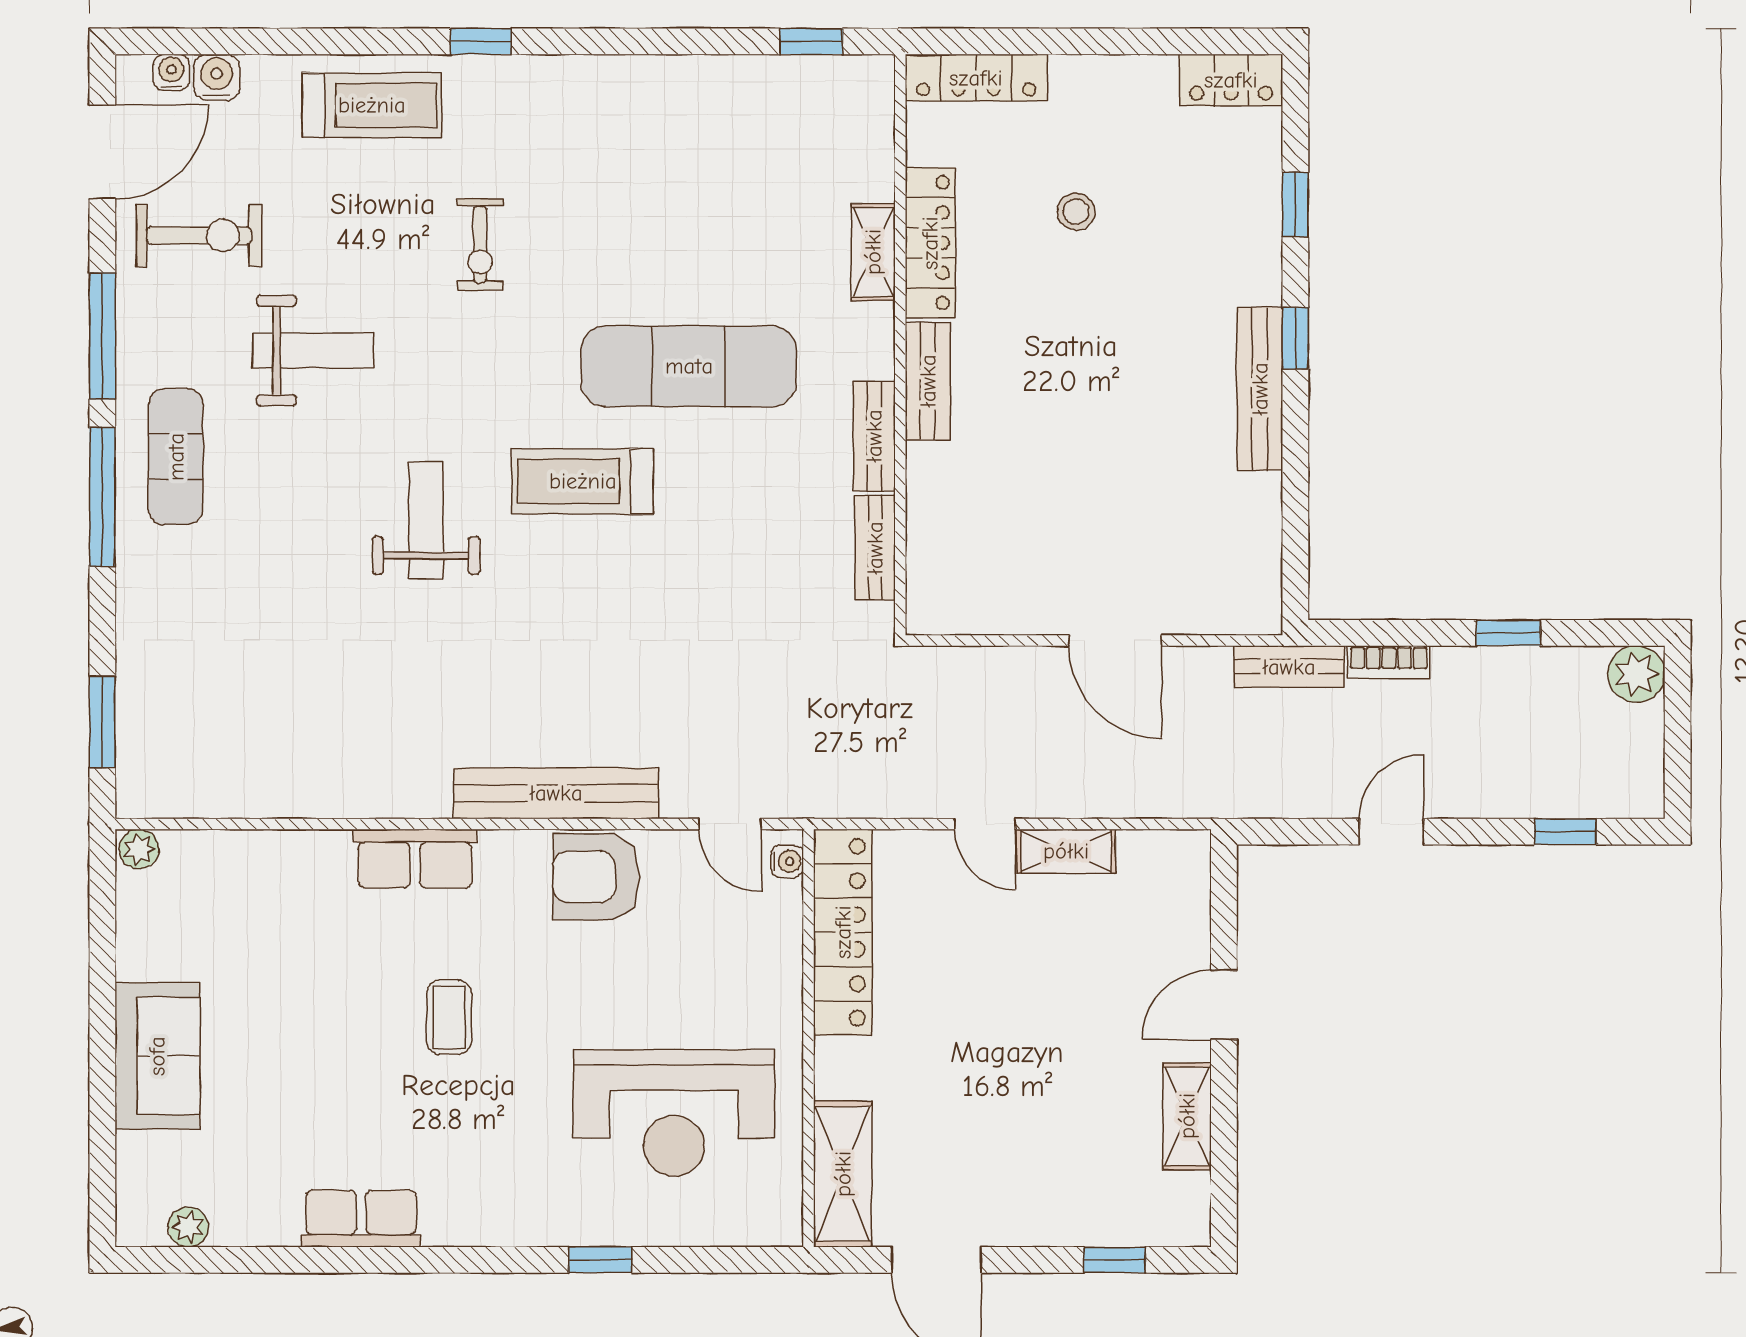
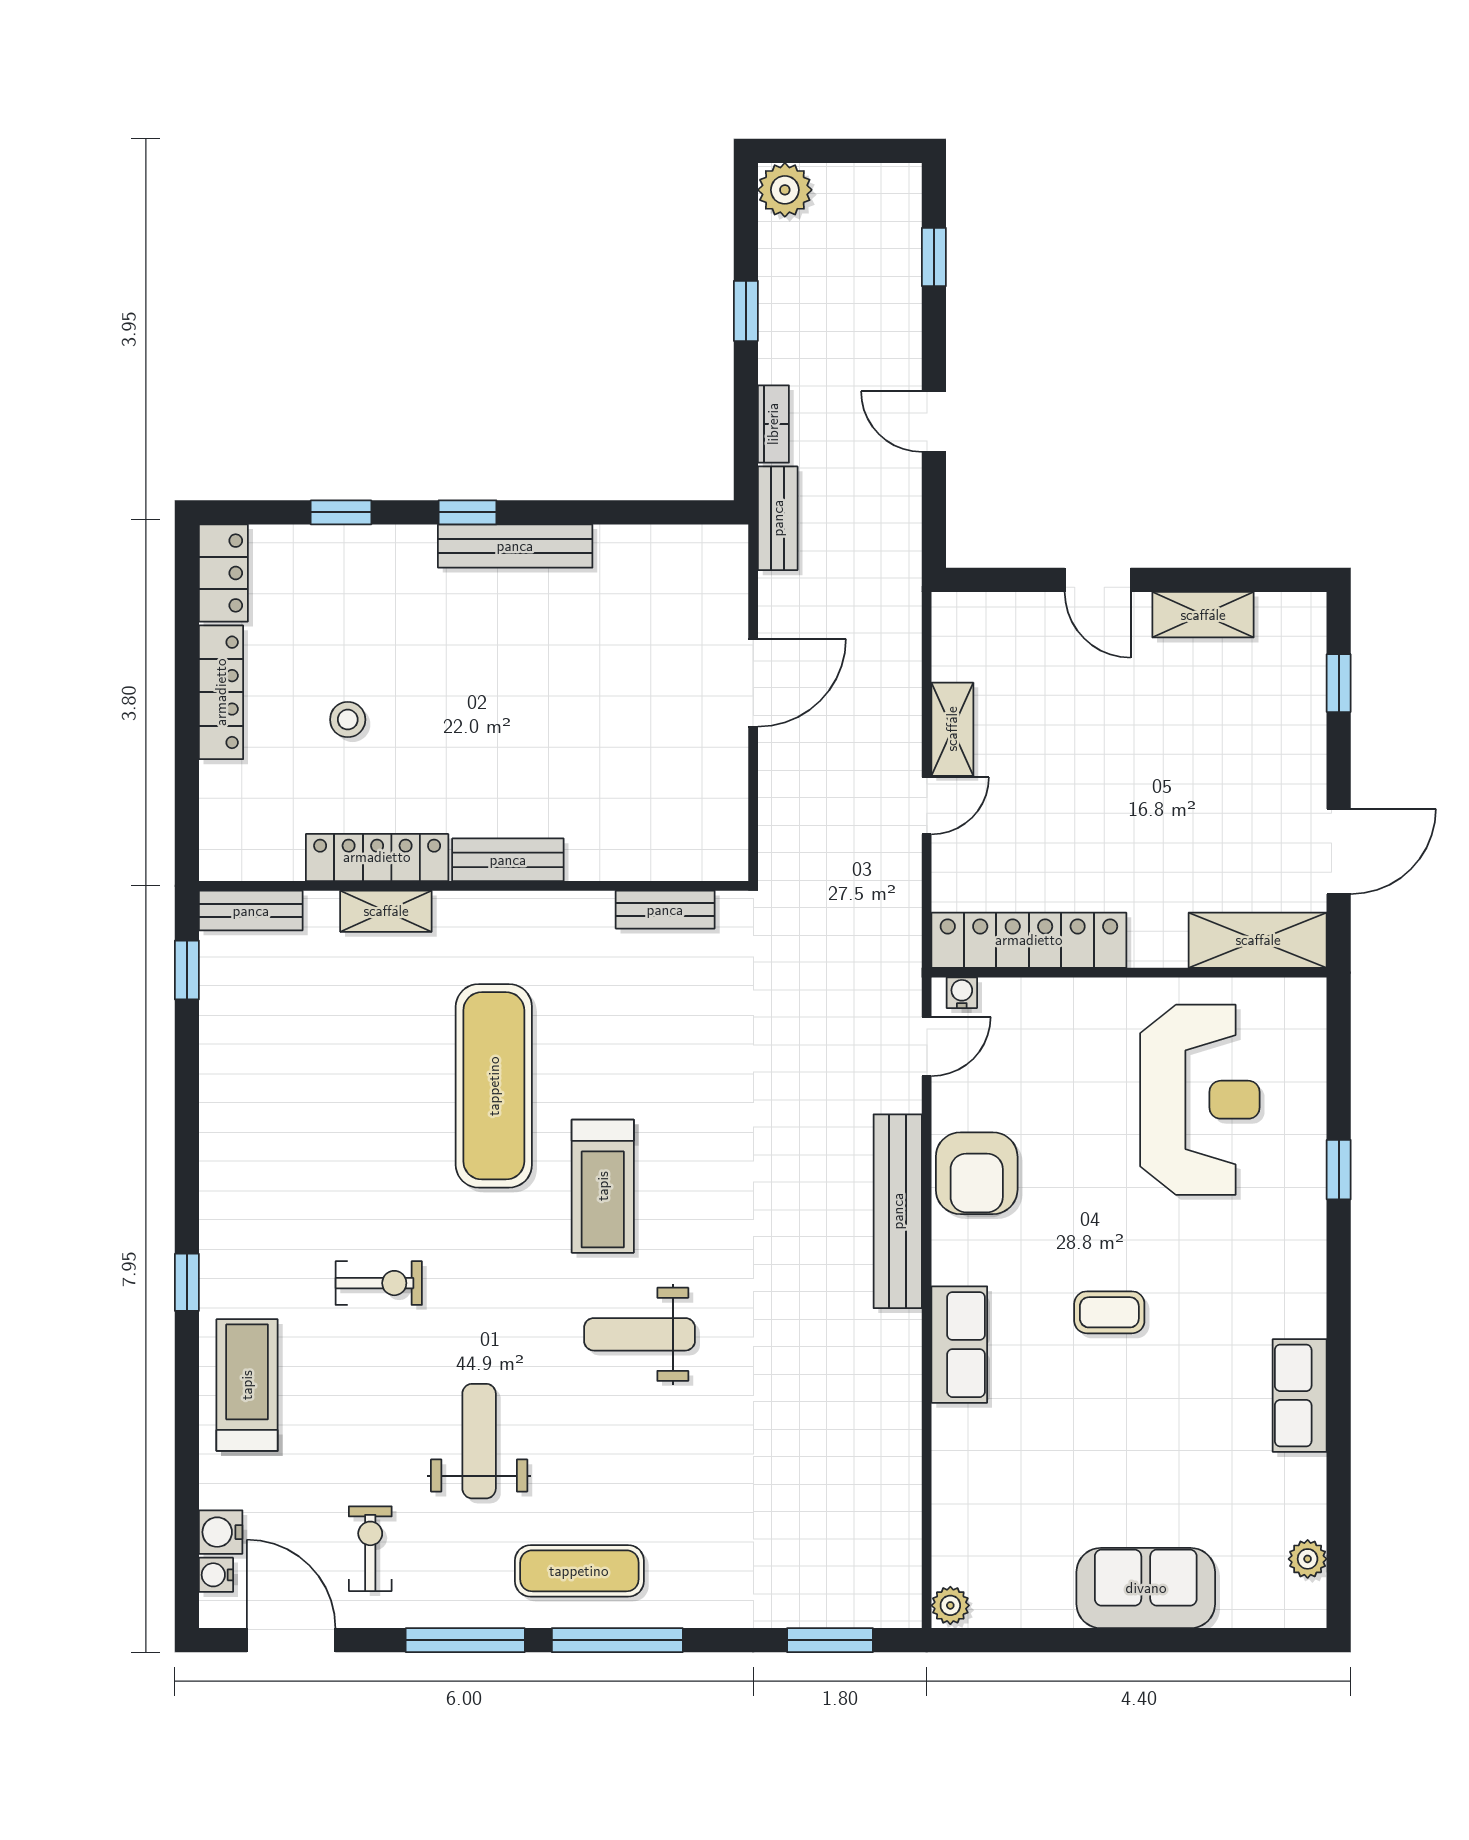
locker: (976, 78) -> (221, 692), moved
exercise bike: (199, 235) -> (370, 1549), width x0.73, depth x0.72
bench: (874, 436) -> (251, 911), moved

